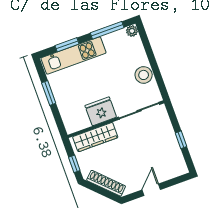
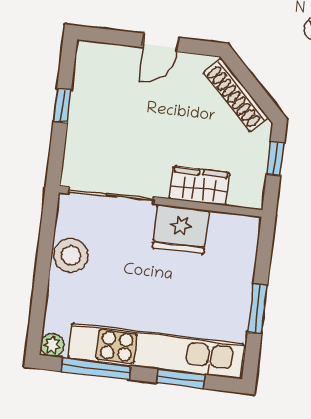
kitchen unit: (73, 55) -> (156, 351), width x1.36
wardrobe: (95, 137) -> (199, 186), width x0.67

